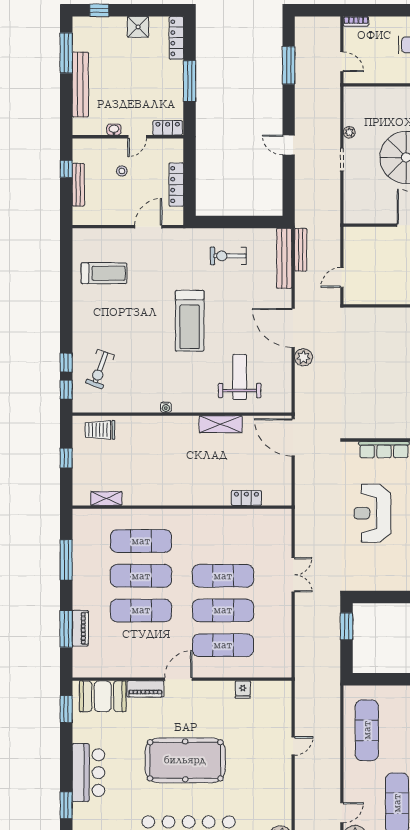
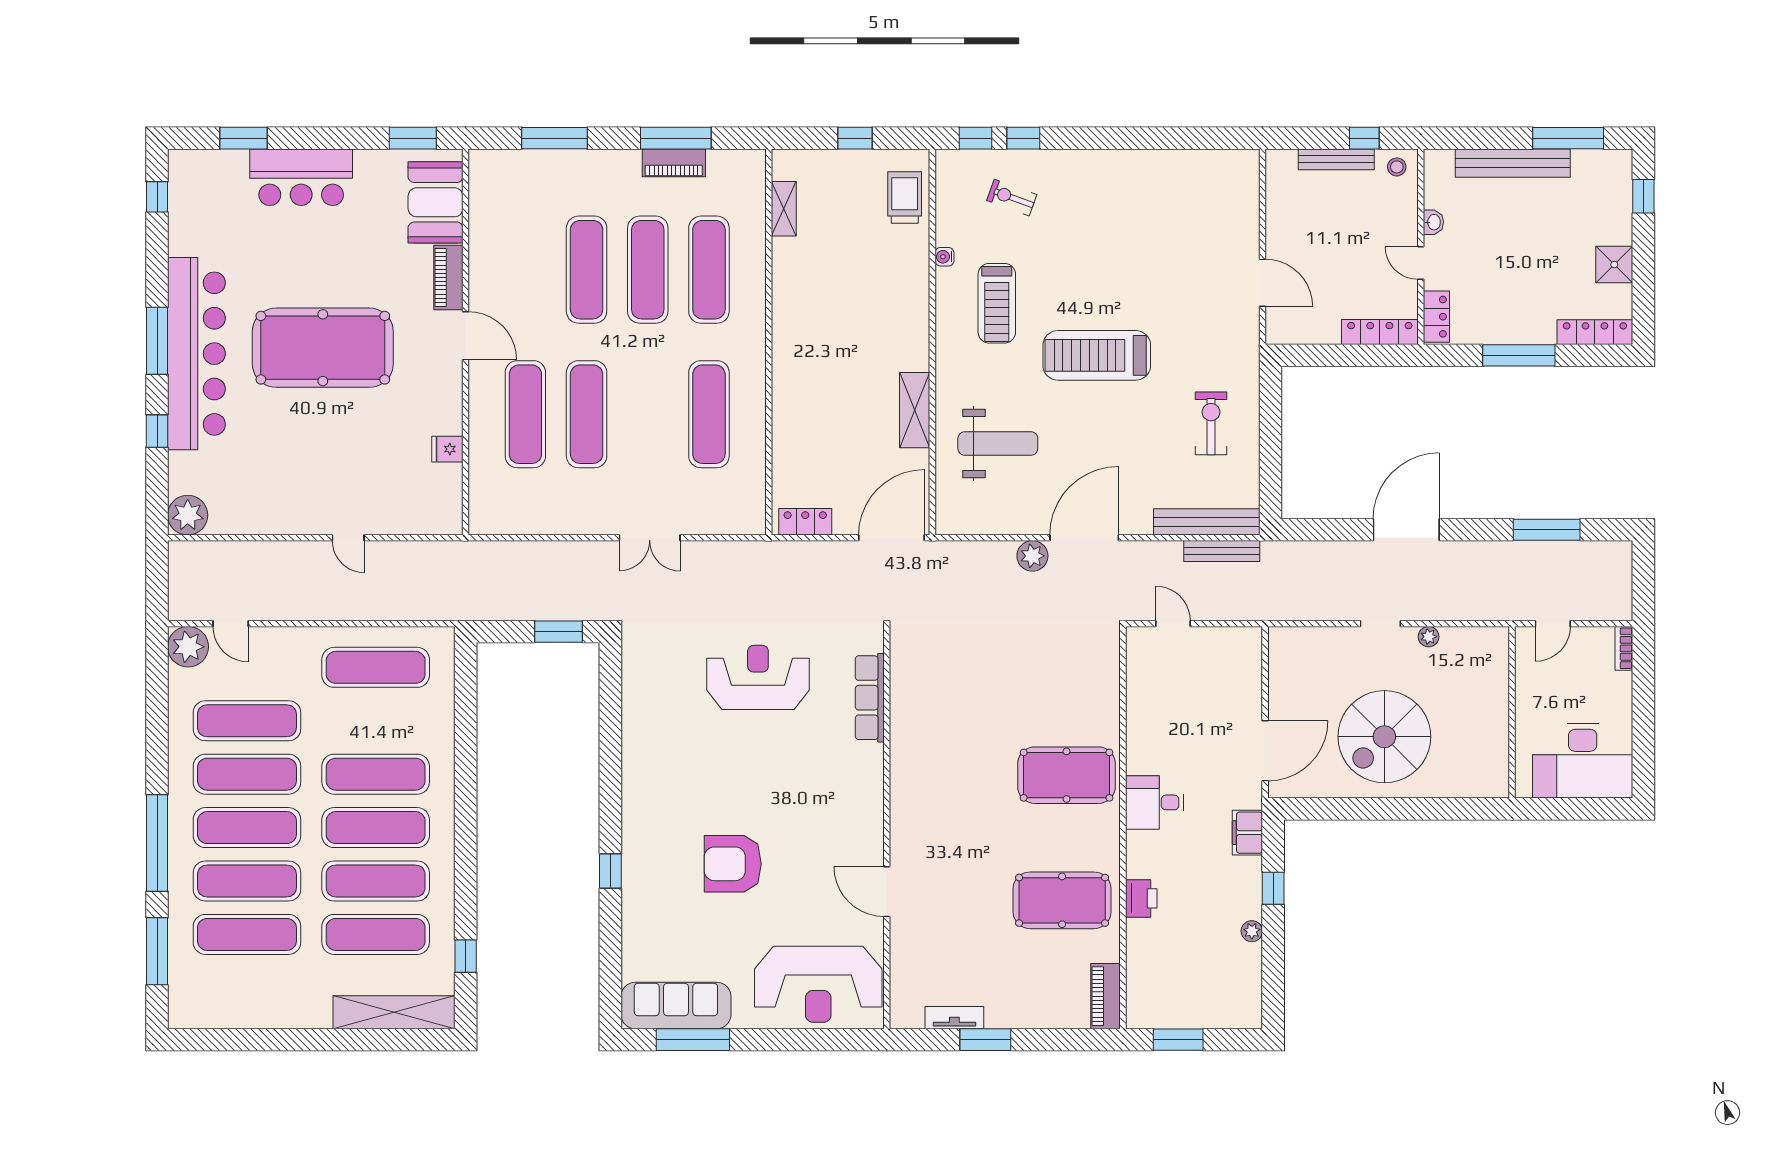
door: (289, 145) -> (1406, 530), width x1.87
stool: (122, 171) -> (1397, 167), moved
locker: (176, 185) -> (1380, 332), moved
treadmill: (104, 273) -> (997, 303), moved
exercise bike: (100, 369) -> (1012, 197), width x0.73, depth x0.72
water cooler: (166, 407) -> (944, 257), moved
locker: (246, 498) -> (805, 522), moved, turned -90
exercise mat: (223, 576) -> (709, 414), moved
piano: (80, 628) -> (674, 163), moved
pool table: (185, 760) -> (323, 348), turned 90

